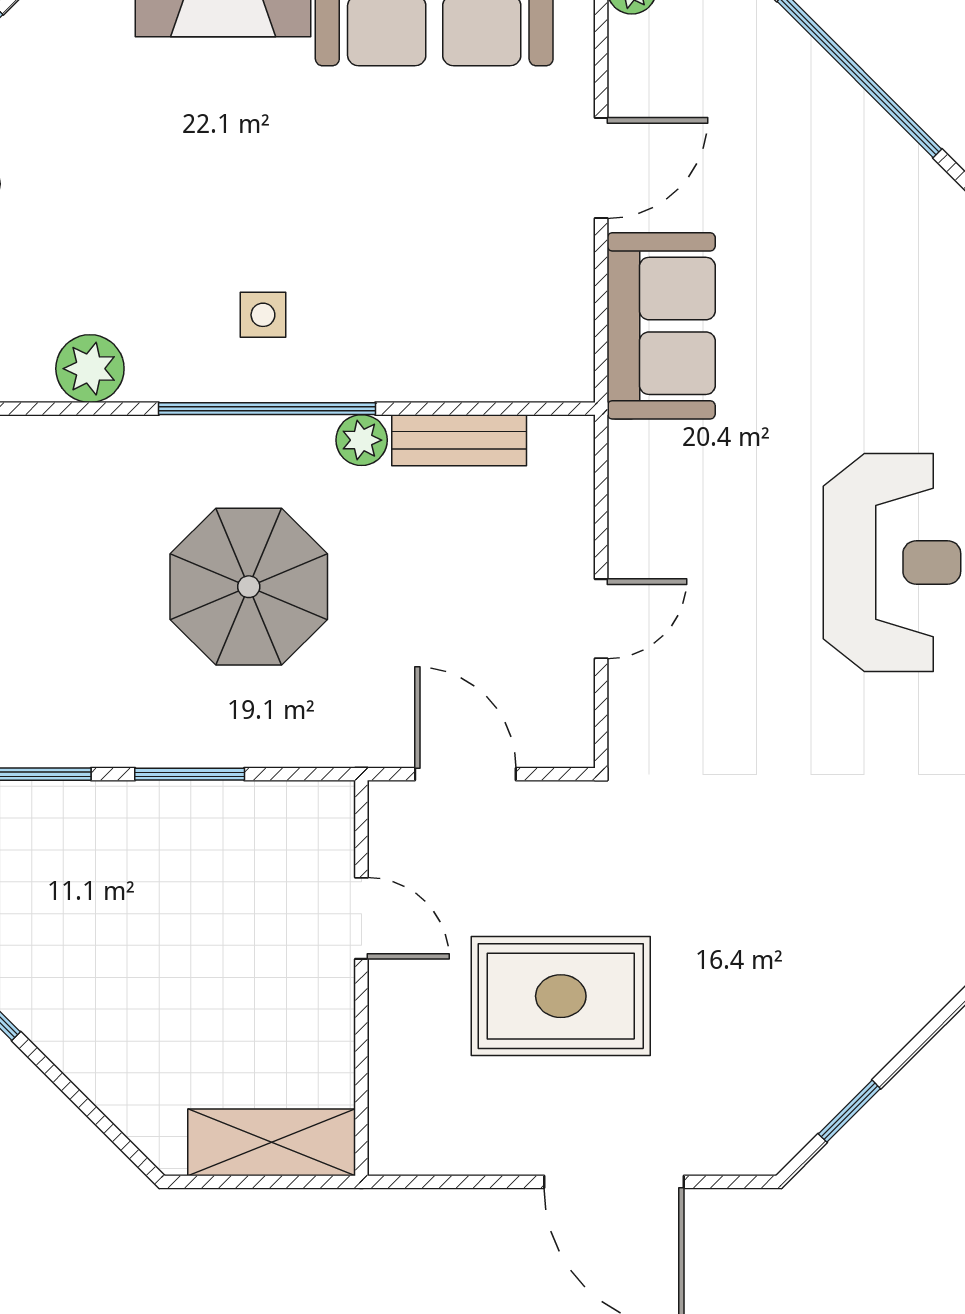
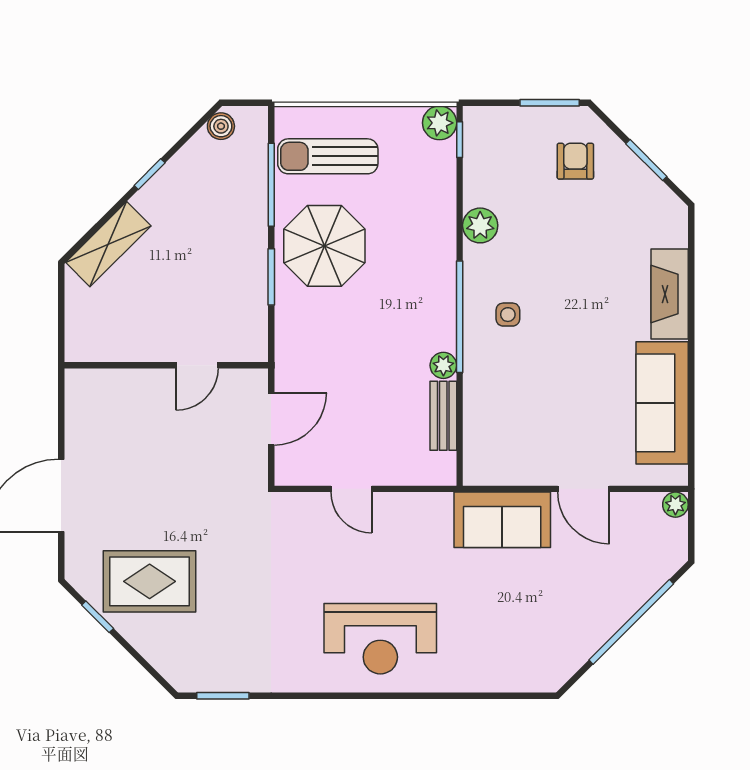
parasol: (249, 587) -> (324, 246), moved
rug: (561, 996) -> (150, 581), moved, turned 90
shelving: (272, 1142) -> (108, 244), moved, turned 45

